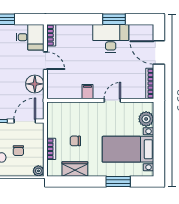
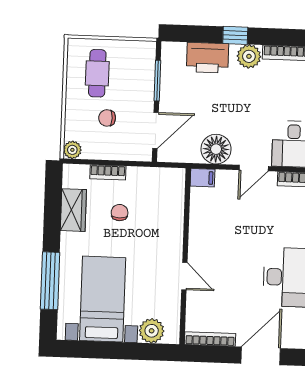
filing cabinet: (87, 92) -> (202, 178), moved
door: (25, 121) -> (156, 130), hinge flipped
window: (118, 181) -> (50, 281), width x1.44

